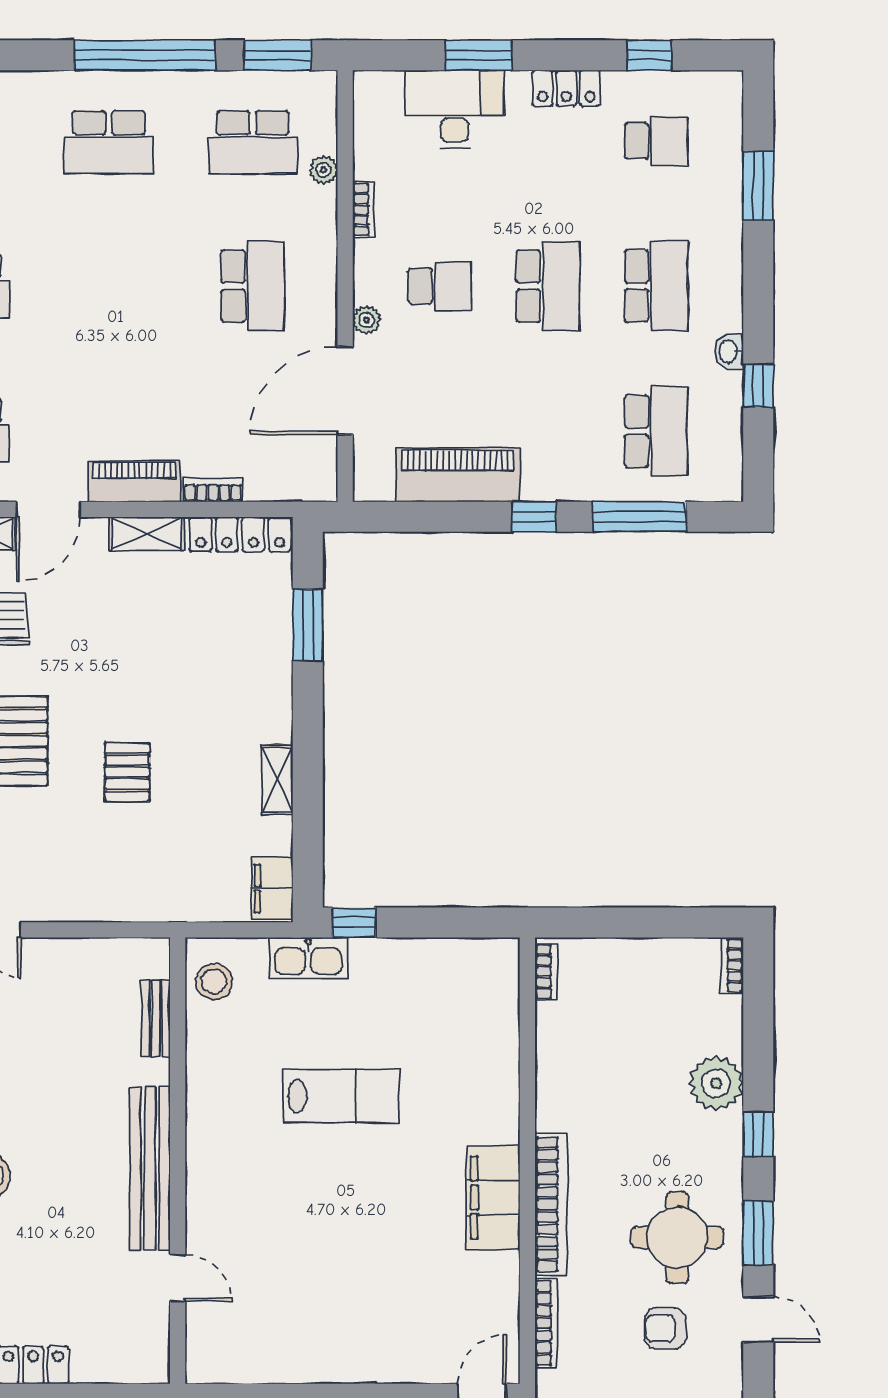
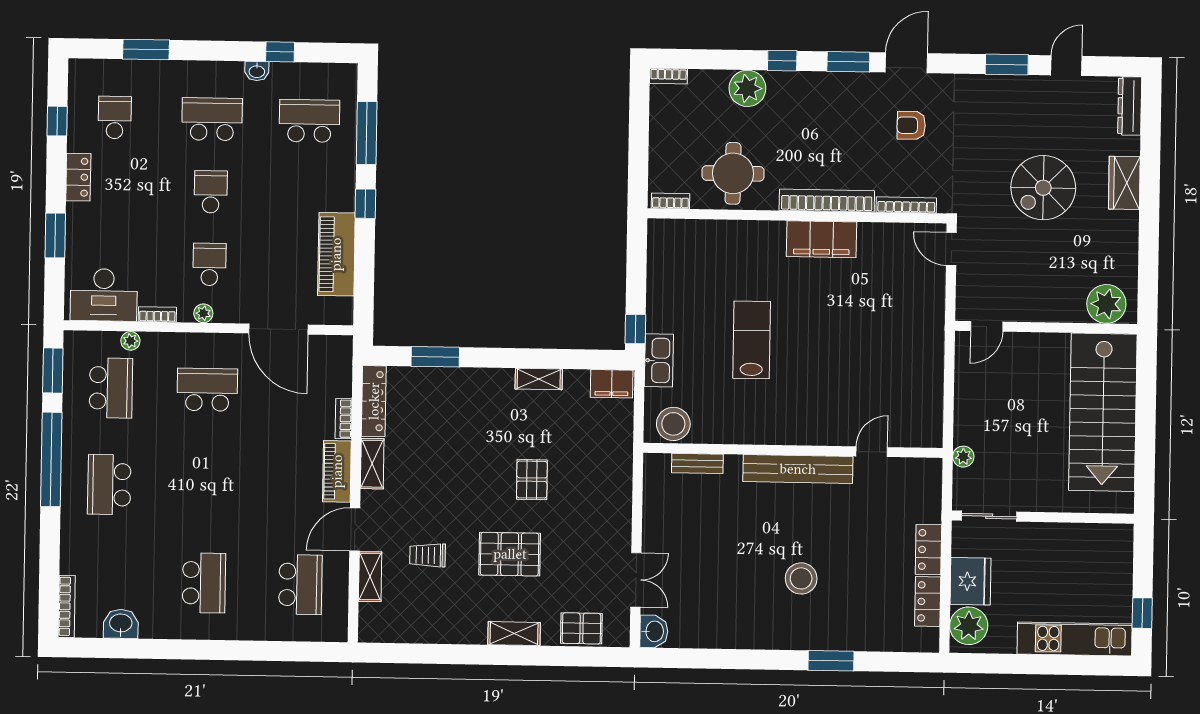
desk: (454, 109) -> (104, 295), moved, turned -90
school desk: (109, 142) -> (109, 485), turned 180
school desk: (548, 286) -> (211, 192), width x0.54
plant: (367, 320) -> (203, 313), moved
door: (48, 509) -> (355, 529), swing flipped
pallet: (127, 772) -> (532, 480), turned 90
stool: (214, 982) -> (673, 424), width x1.38, depth x1.38
round table: (677, 1237) -> (733, 173), moved
door: (758, 1320) -> (906, 63), width x1.37
armchair: (665, 1328) -> (911, 125), turned 90

